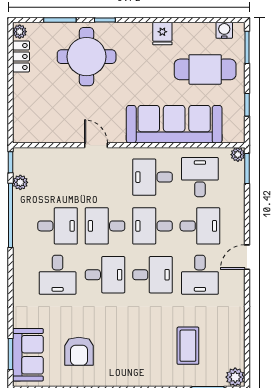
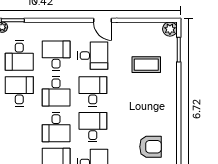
desk: (152, 177) -> (19, 91), turned 180
desk: (200, 177) -> (19, 56), turned -90
door: (247, 257) -> (103, 20), moved

